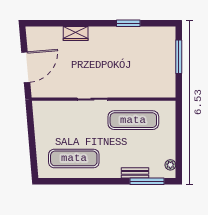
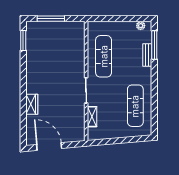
window: (128, 23) -> (23, 40), moved
door: (26, 67) -> (49, 147), moved
shelving: (61, 106) -> (92, 117), added

